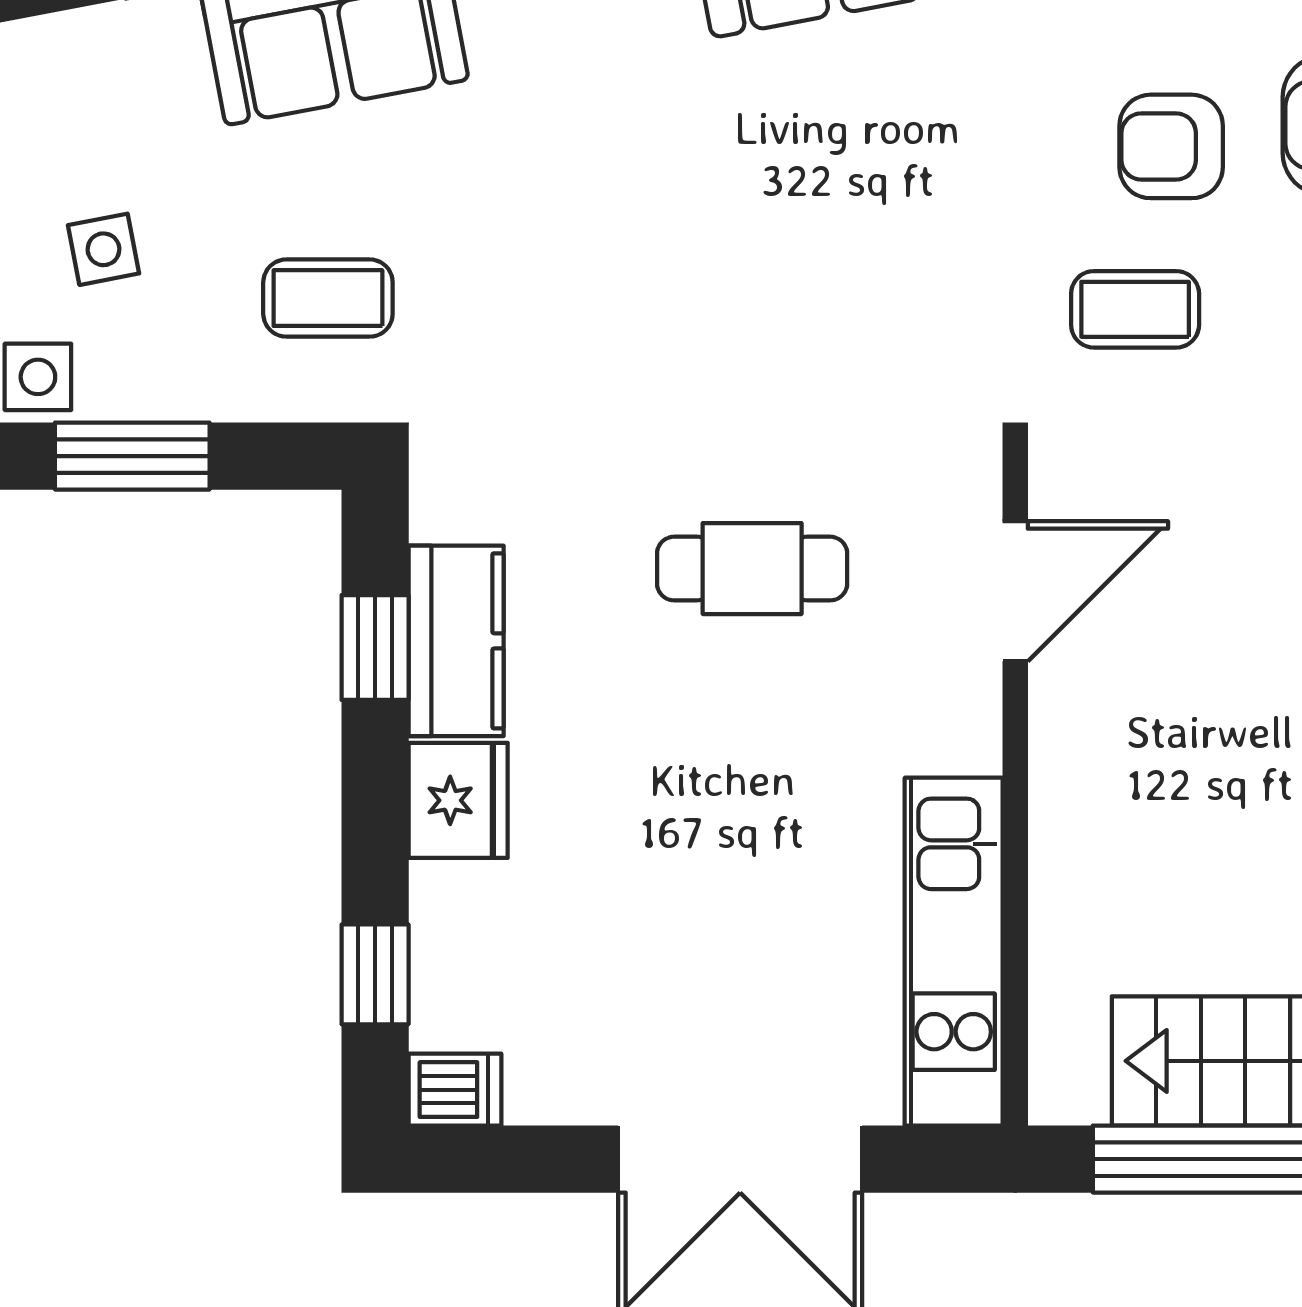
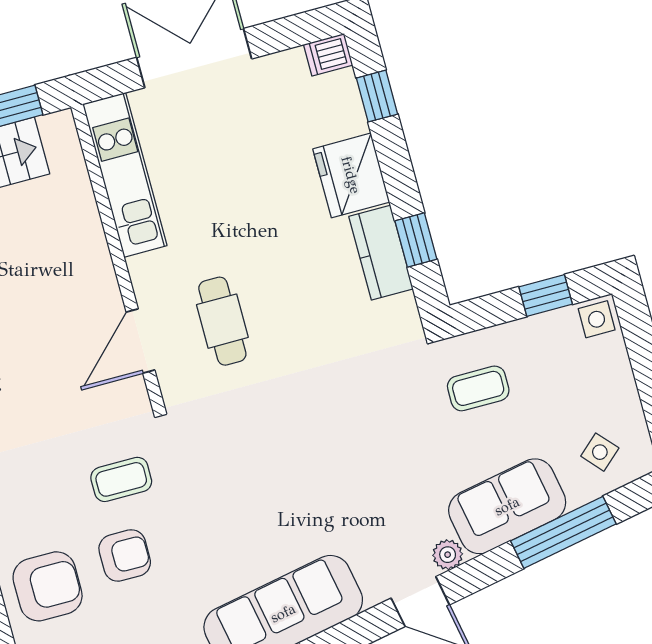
side table: (104, 249) -> (600, 452), moved, turned -31
window: (132, 456) -> (546, 296), width x0.67
cafe table: (752, 569) -> (222, 321), moved, turned 90
fridge: (458, 800) -> (351, 175), width x1.36, depth x1.34

